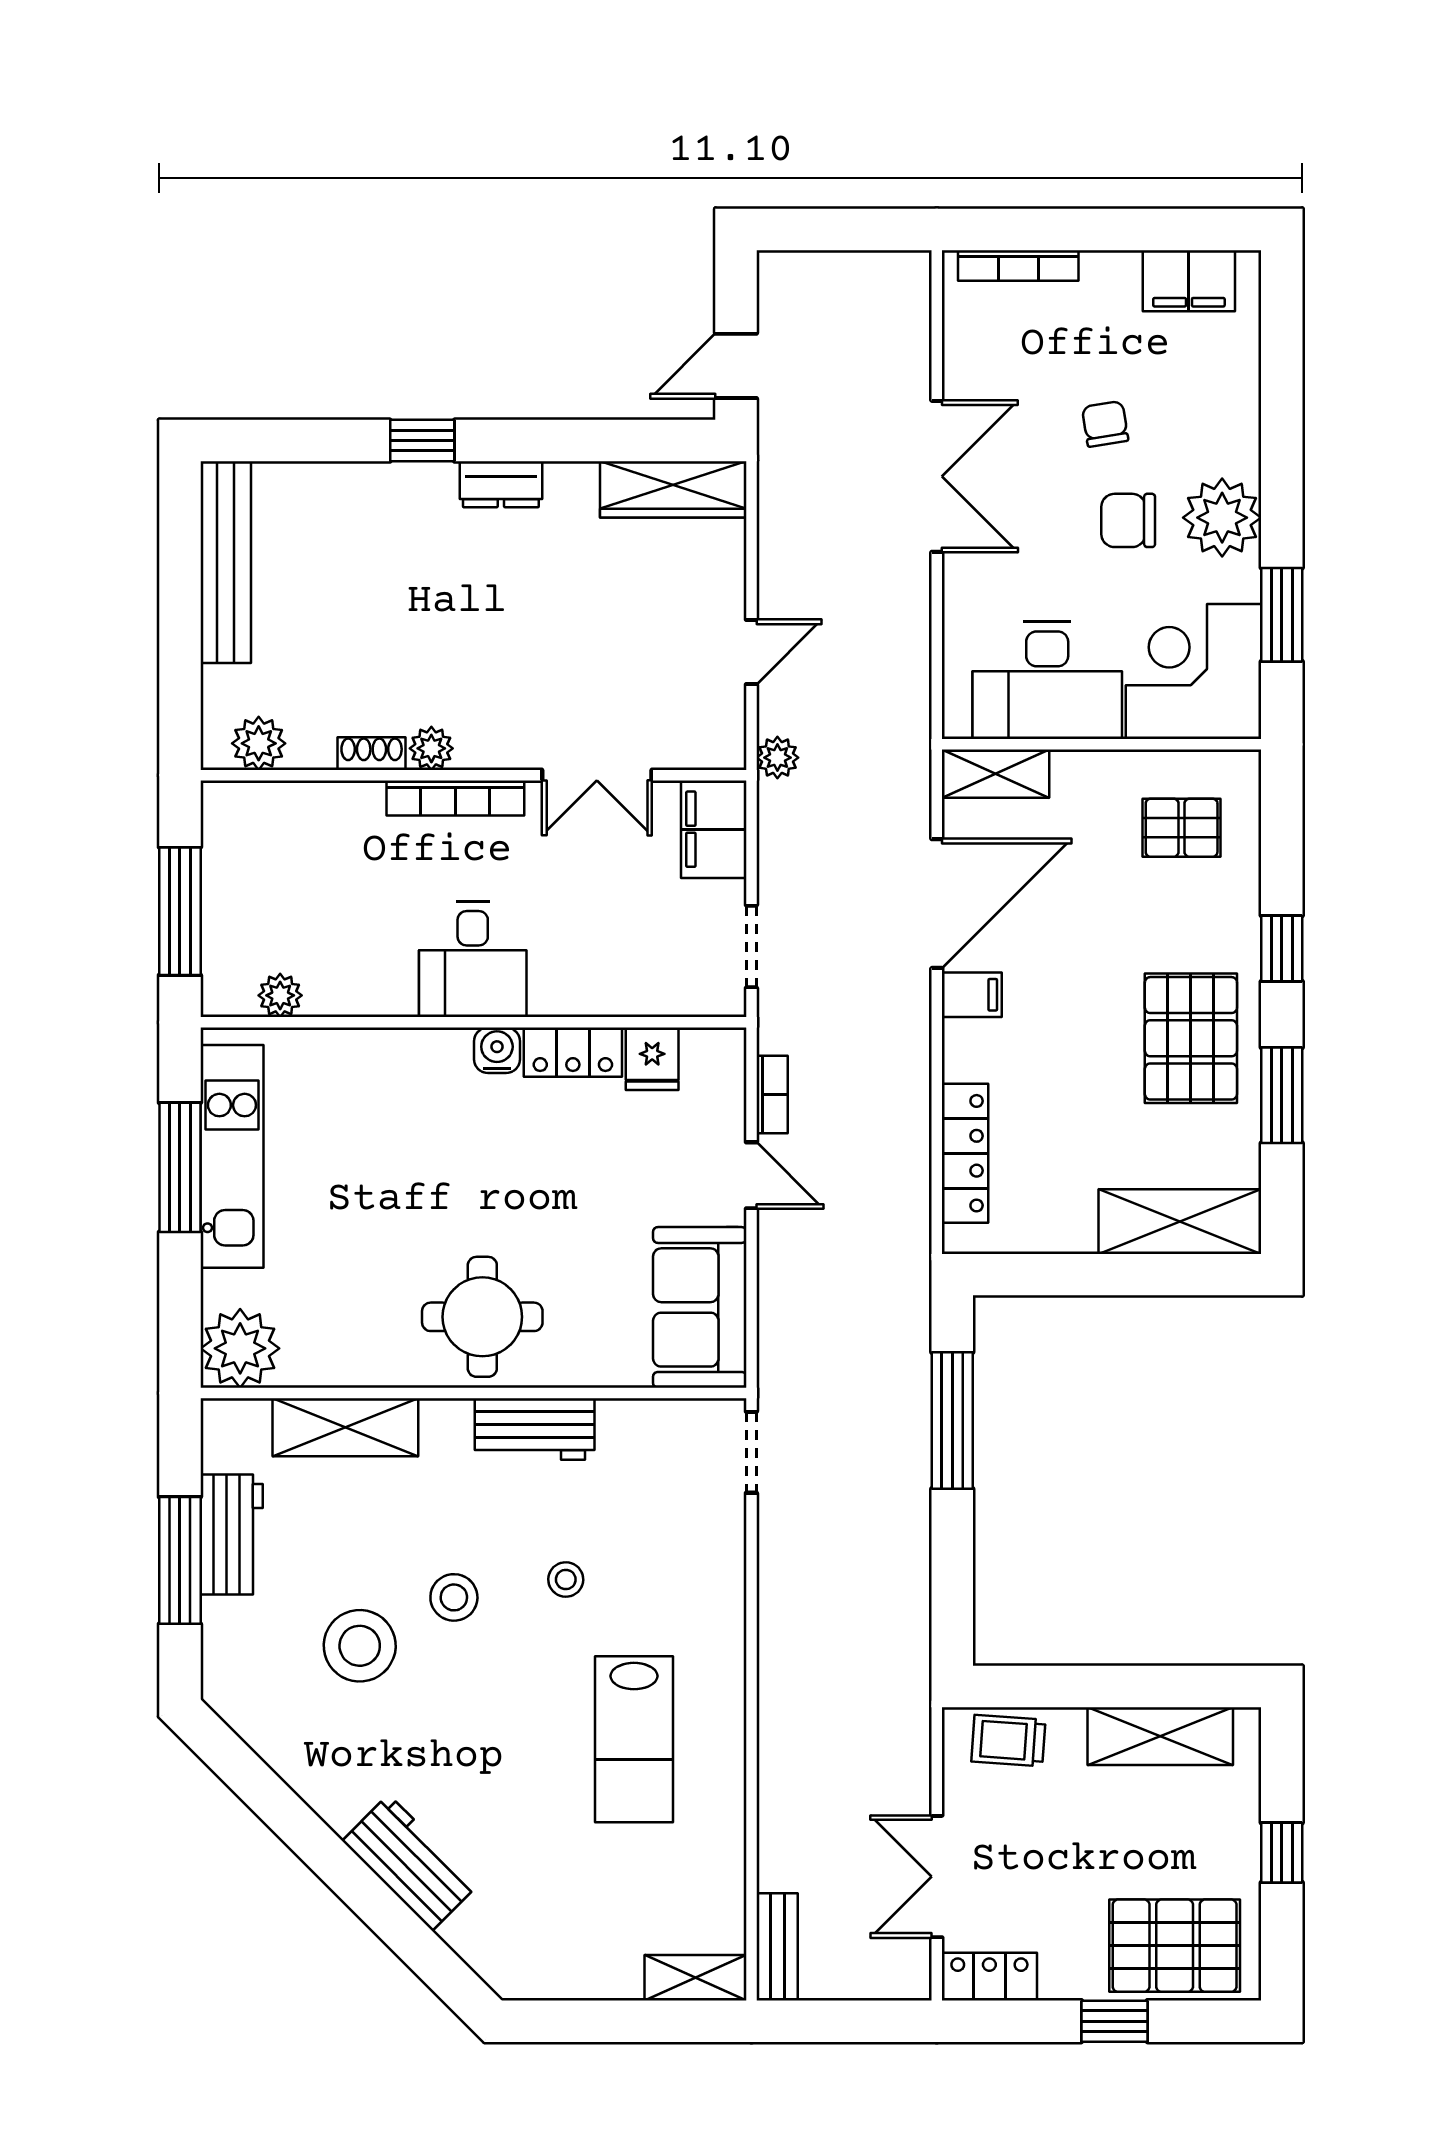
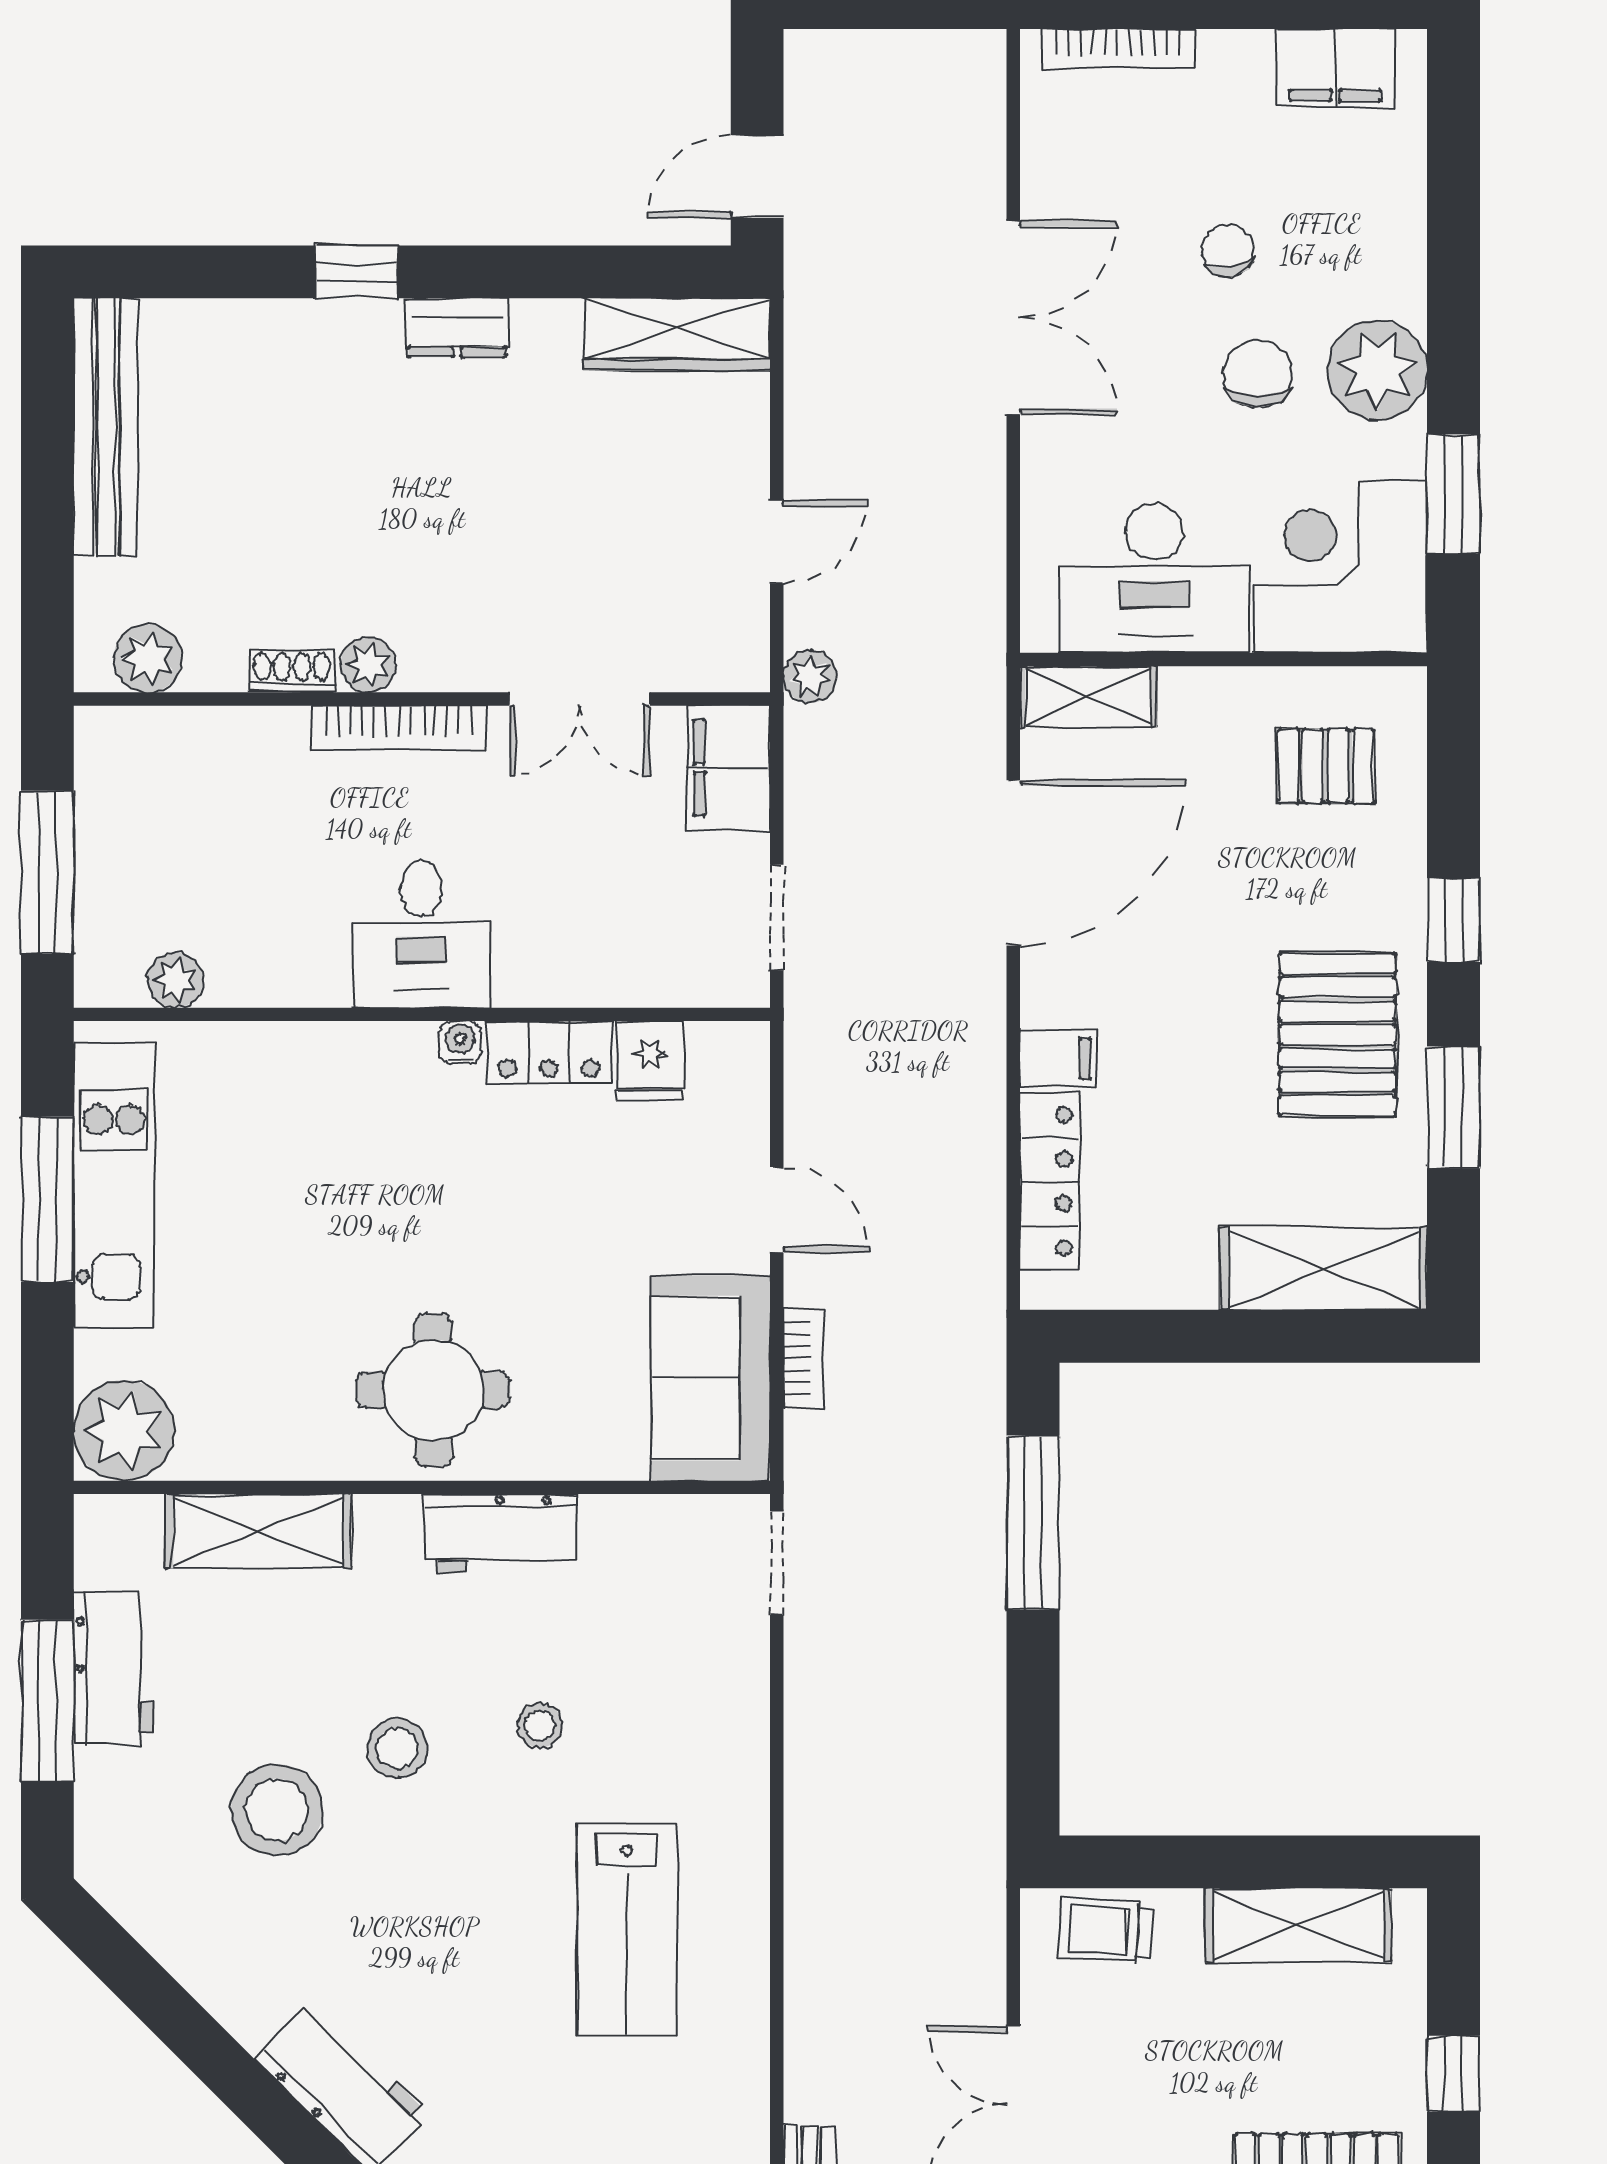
chair: (1128, 520) -> (1258, 374), turned 90
filing cabinet: (972, 995) -> (1058, 1059), moved
water cooler: (497, 1050) -> (460, 1042), width x0.72, depth x0.72
bookcase: (772, 1095) -> (803, 1359), moved

